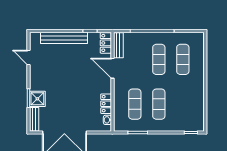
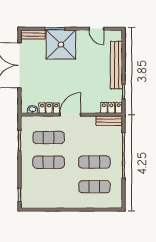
door: (29, 58) -> (96, 29), swing flipped
door: (112, 68) -> (70, 115), moved
shower: (37, 99) -> (61, 45), width x1.86, depth x1.86

